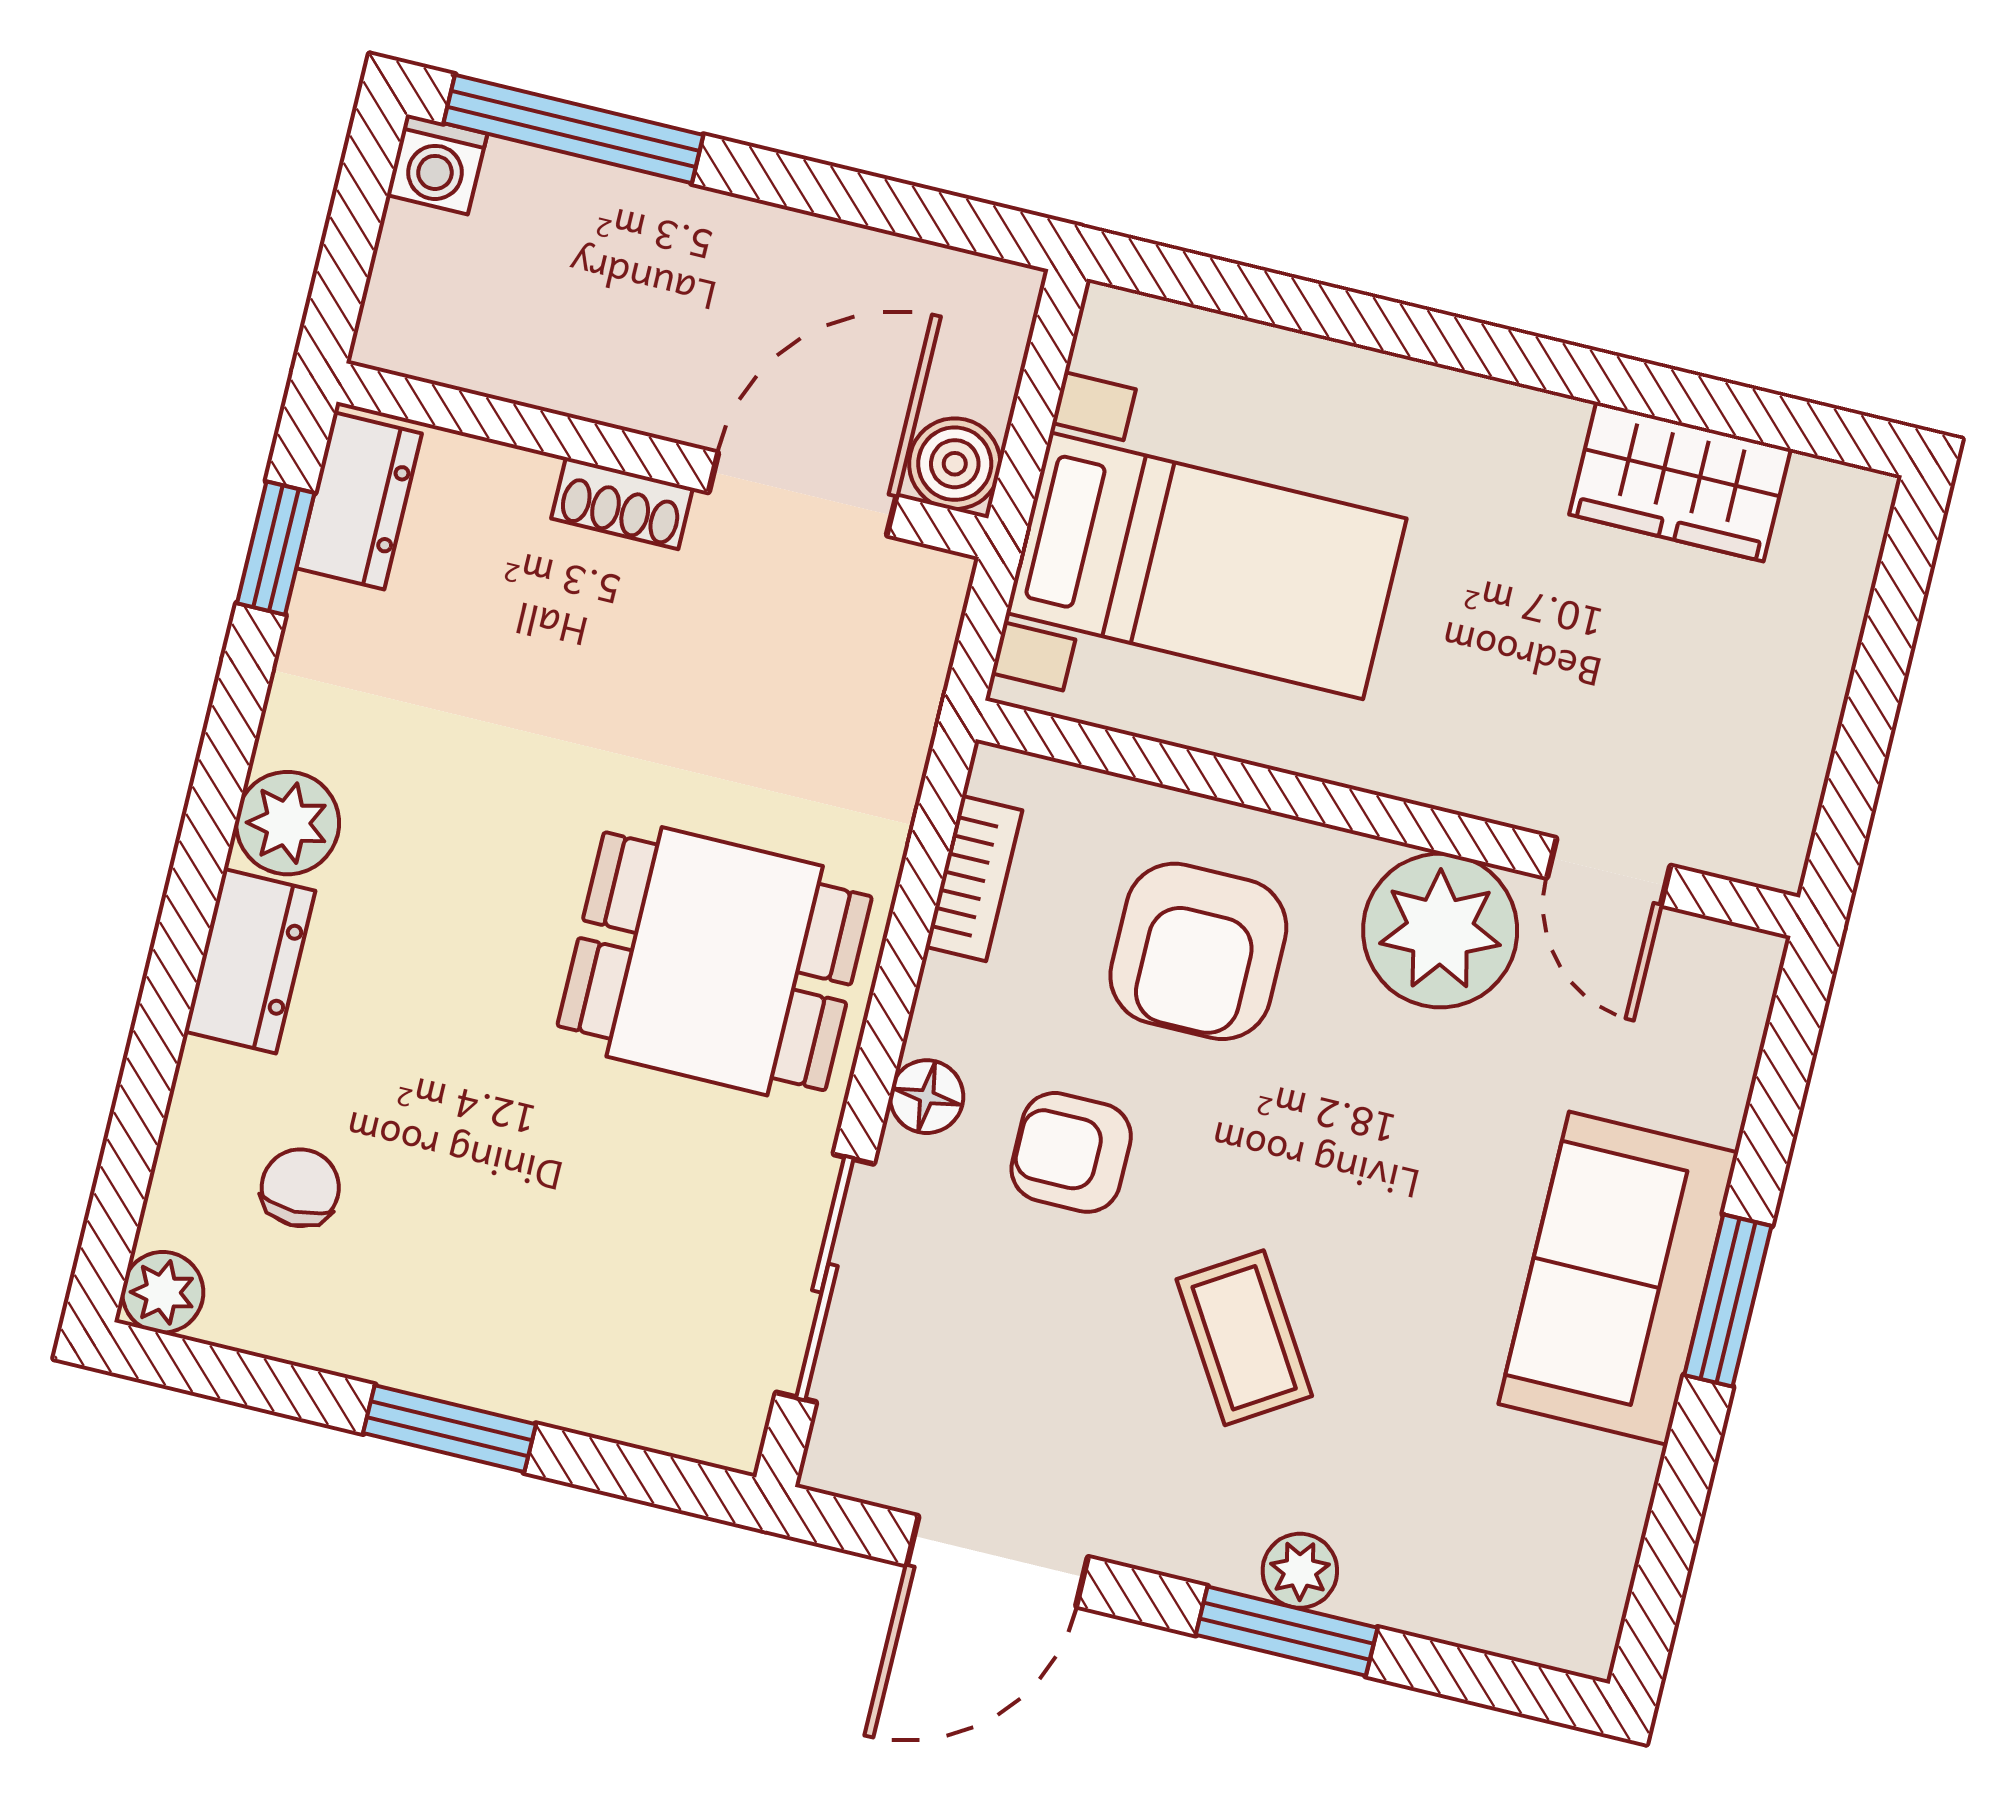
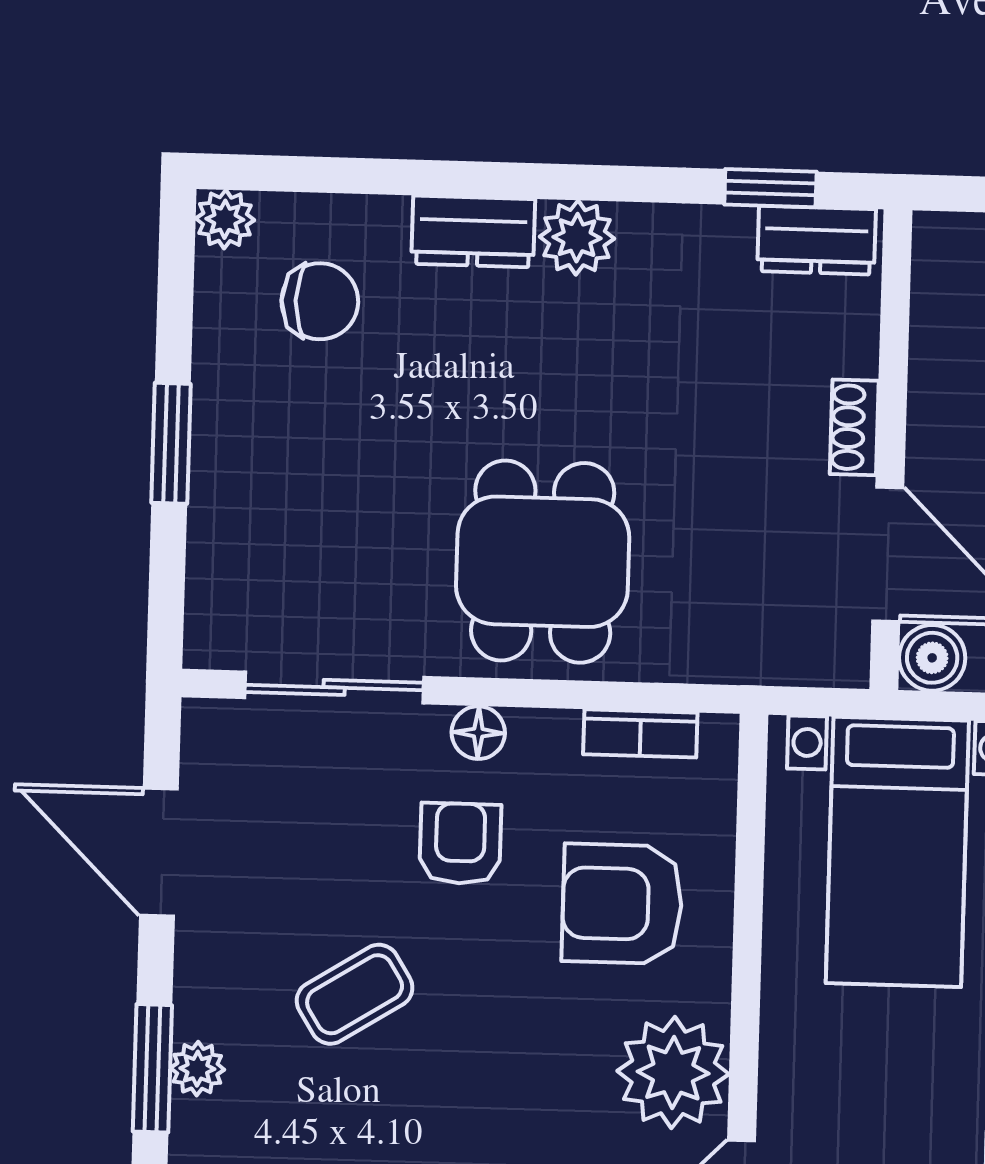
chair: (300, 1188) -> (320, 301), width x1.37, depth x1.37

